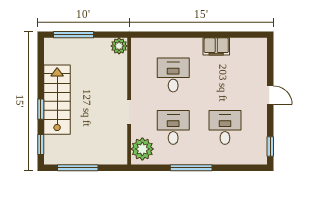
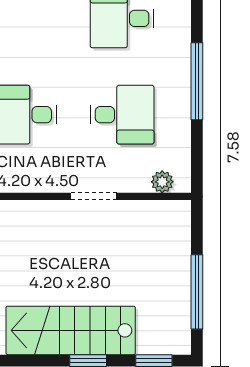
desk: (173, 127) -> (122, 115), turned 180
plant: (142, 149) -> (162, 182), width x0.53, depth x0.53

